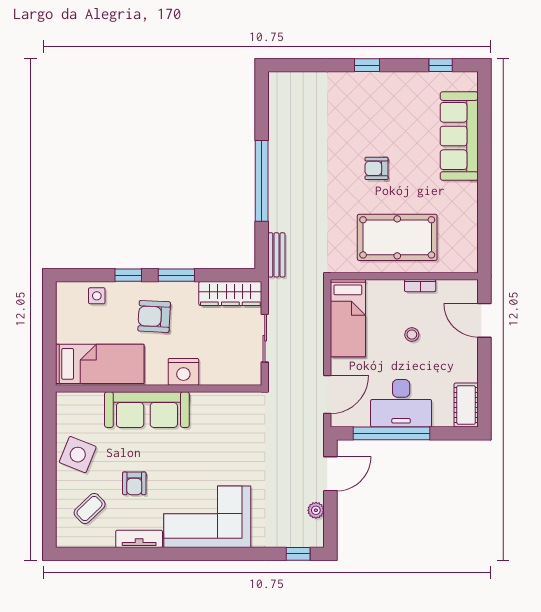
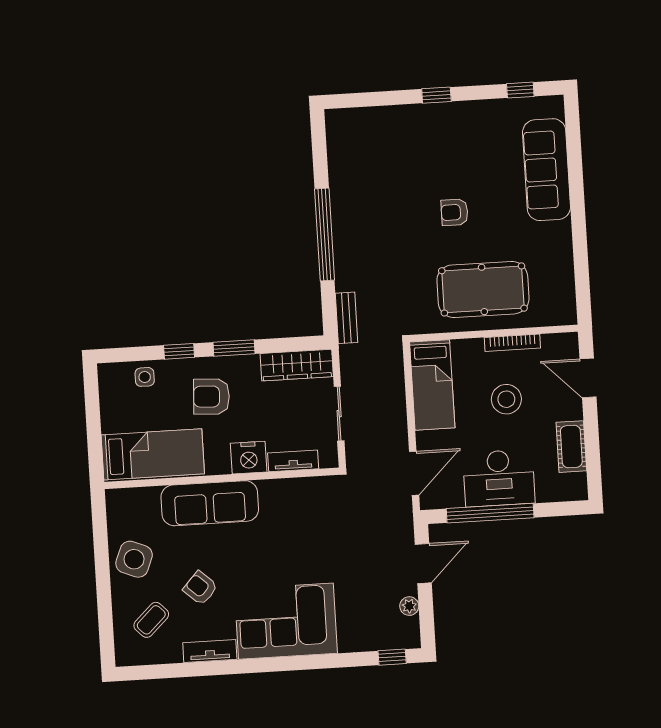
bookcase: (420, 286) -> (512, 343), width x1.56
stool: (412, 335) -> (506, 399), width x1.89, depth x1.89
tv unit: (222, 377) -> (293, 461), added
cot: (466, 405) -> (571, 447), moved
armchair: (134, 483) -> (200, 588), turned 132

